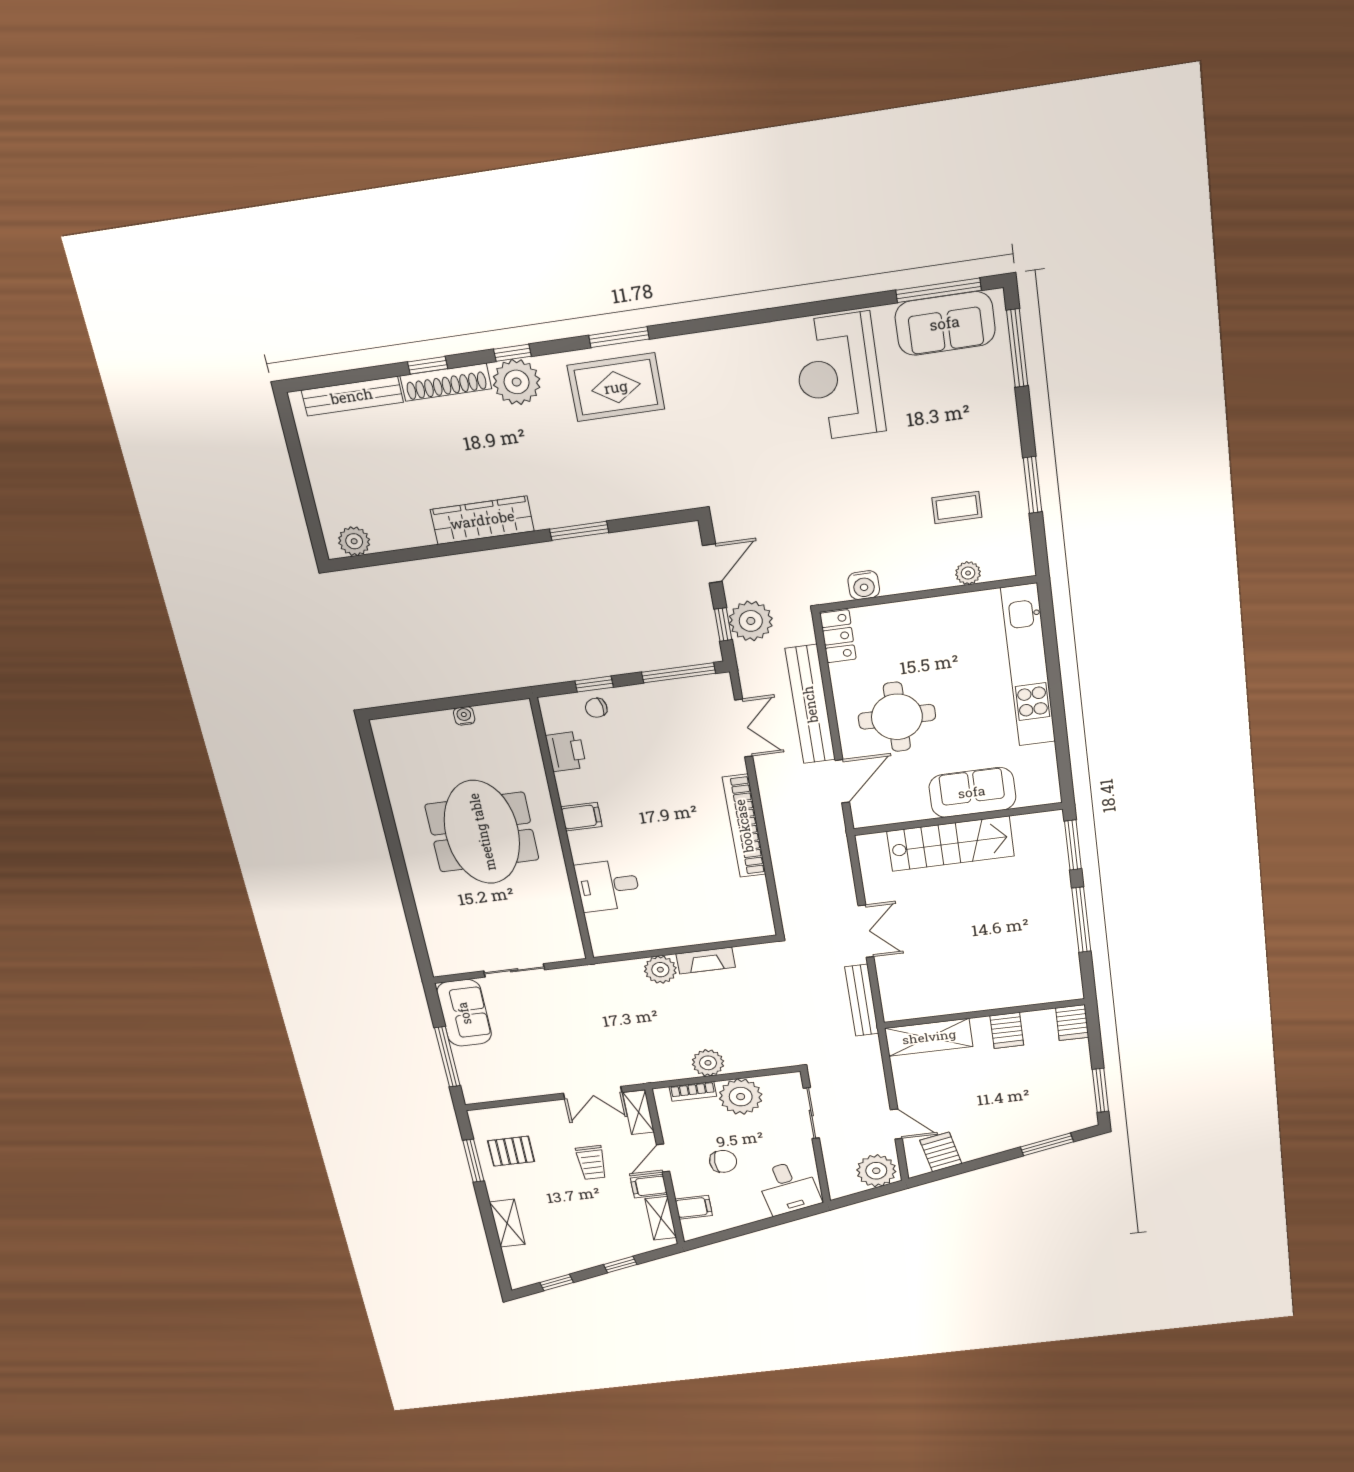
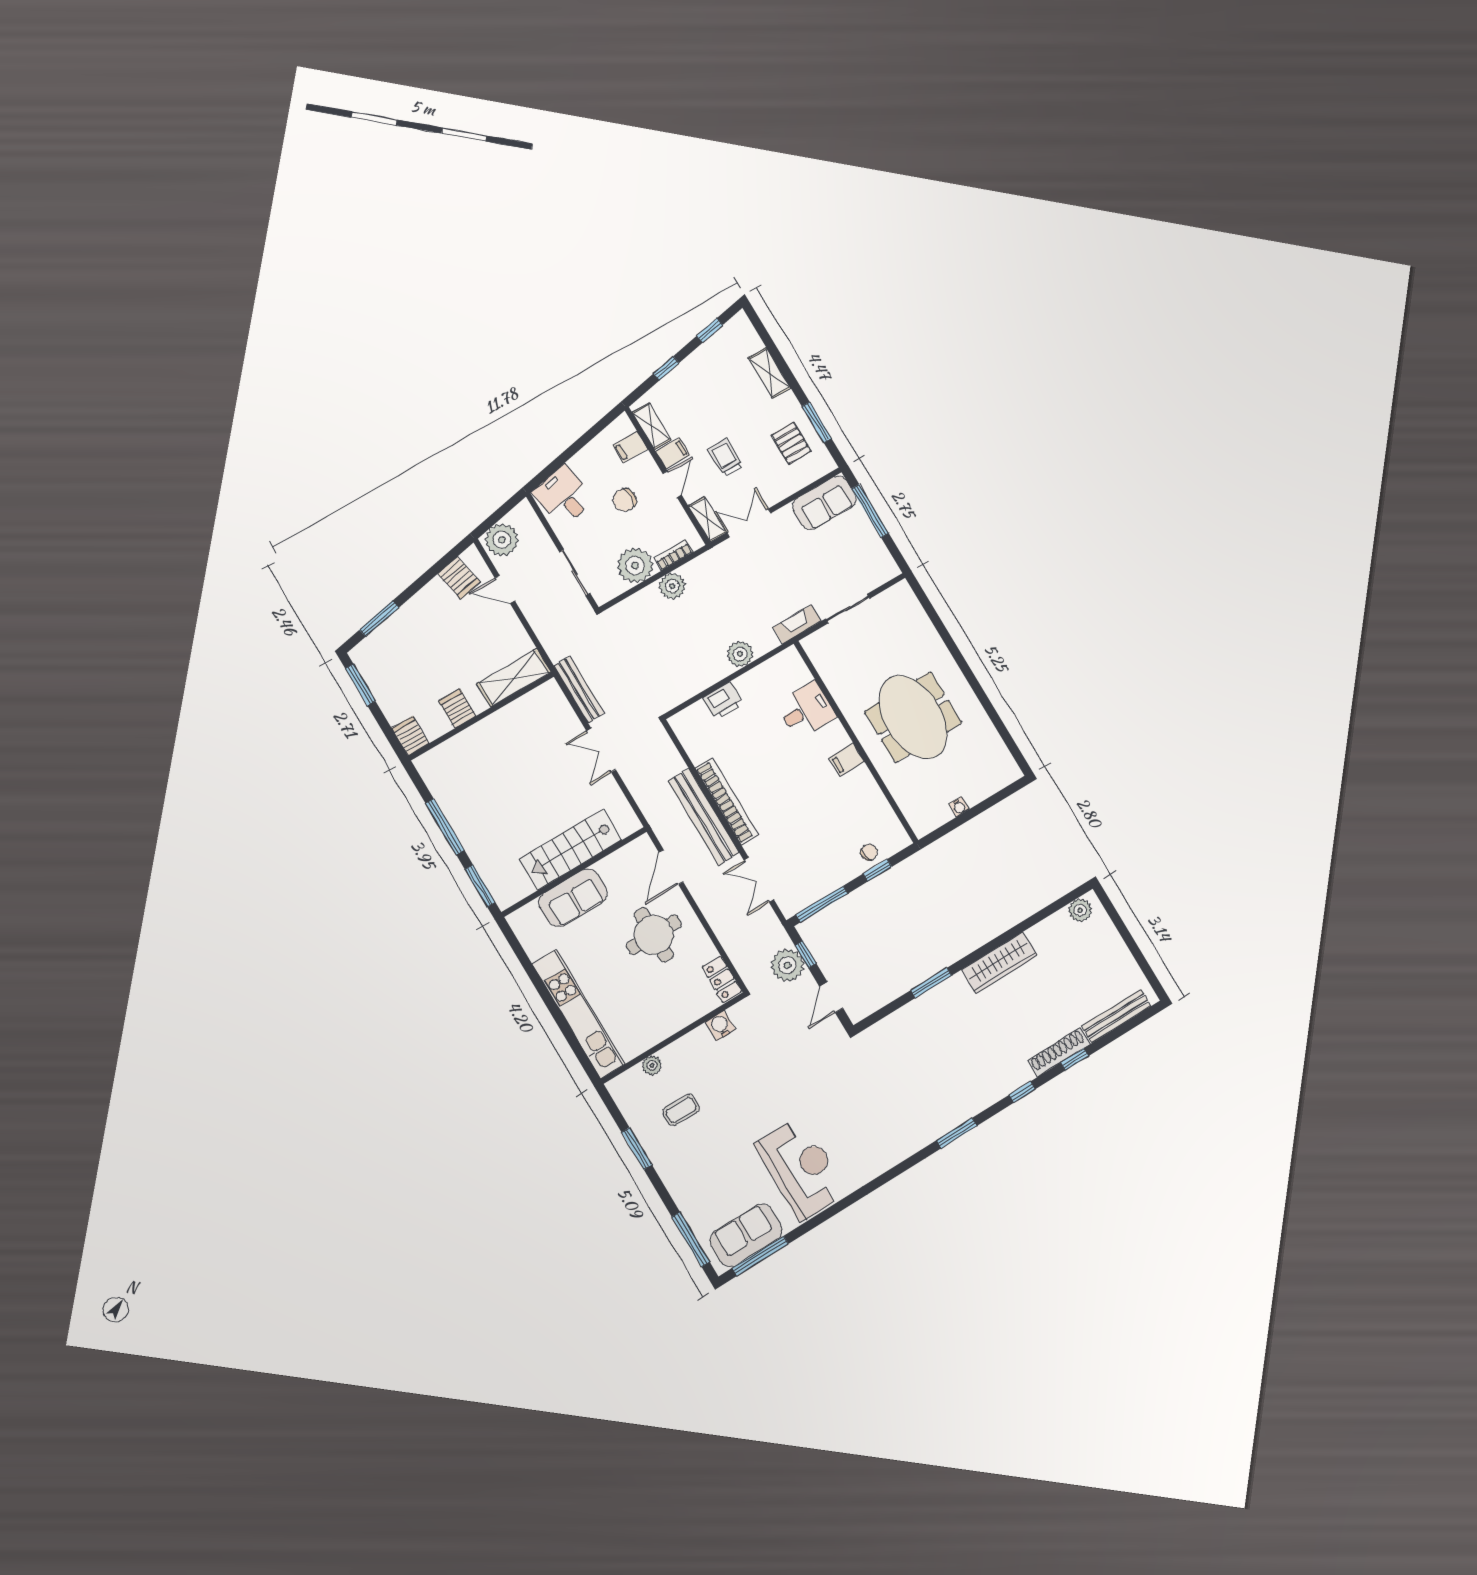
plant: (517, 382) -> (1012, 1073), removed
rug: (616, 387) -> (946, 1097), removed
bench: (810, 704) -> (704, 817), moved
printer: (566, 751) -> (723, 701), moved, turned -90
fireplace: (706, 960) -> (797, 624), moved
sofa: (464, 1013) -> (824, 503), moved, turned -90
pallet: (511, 1151) -> (791, 443), turned 90

